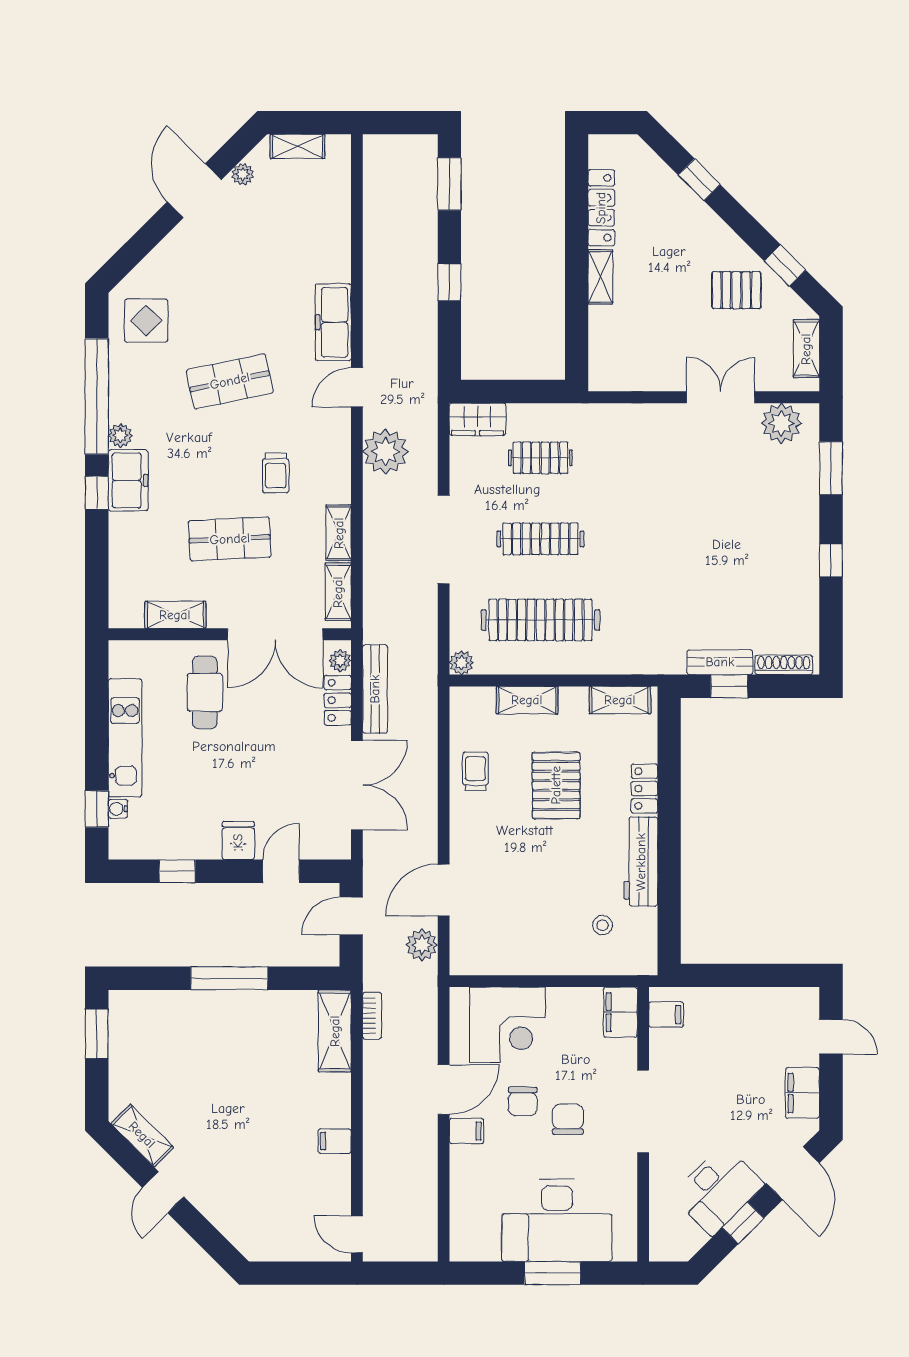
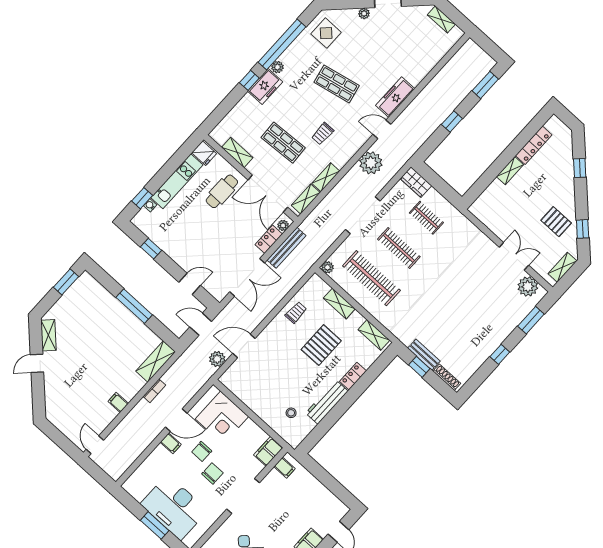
plant: (243, 174) -> (364, 14), moved
fridge: (238, 841) -> (204, 153), moved, turned 90
bookcase: (372, 1016) -> (154, 391), moved

